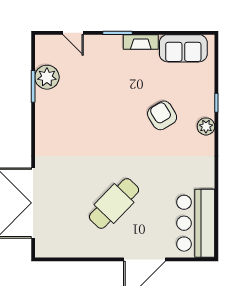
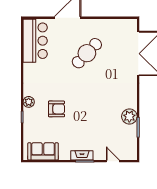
fireplace: (141, 42) -> (82, 155), moved
plant: (47, 77) -> (129, 116), moved
armchair: (162, 115) -> (56, 109), turned -59

